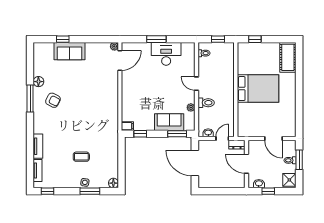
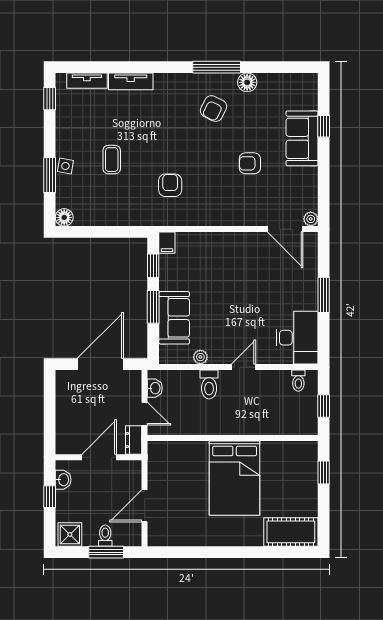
desk: (166, 54) -> (297, 338), moved
armchair: (83, 80) -> (250, 163), added
armchair: (96, 124) -> (170, 185), added
window: (177, 134) -> (153, 307), moved

